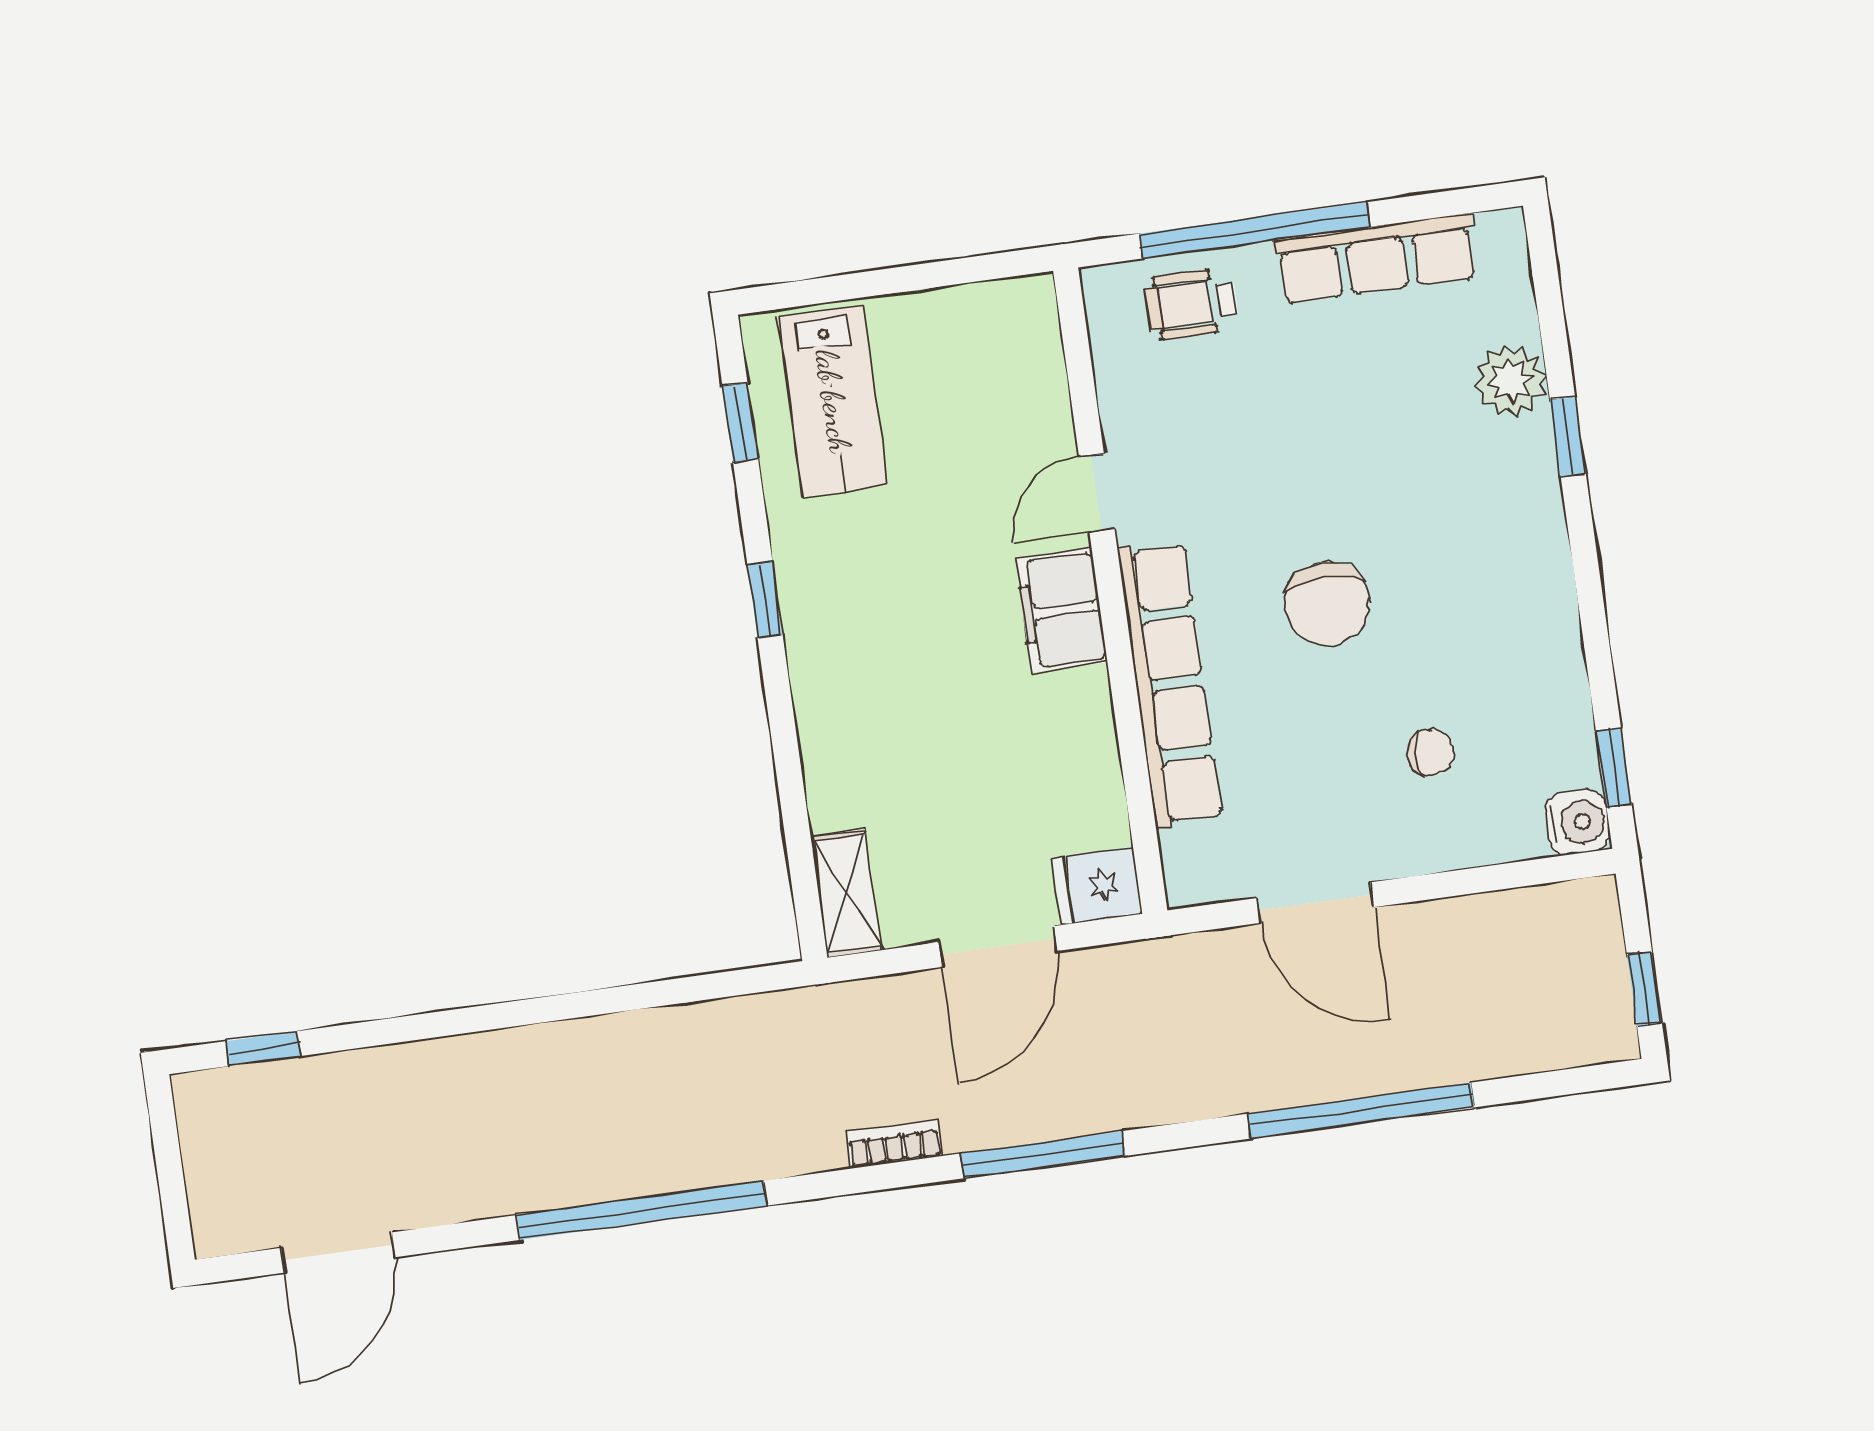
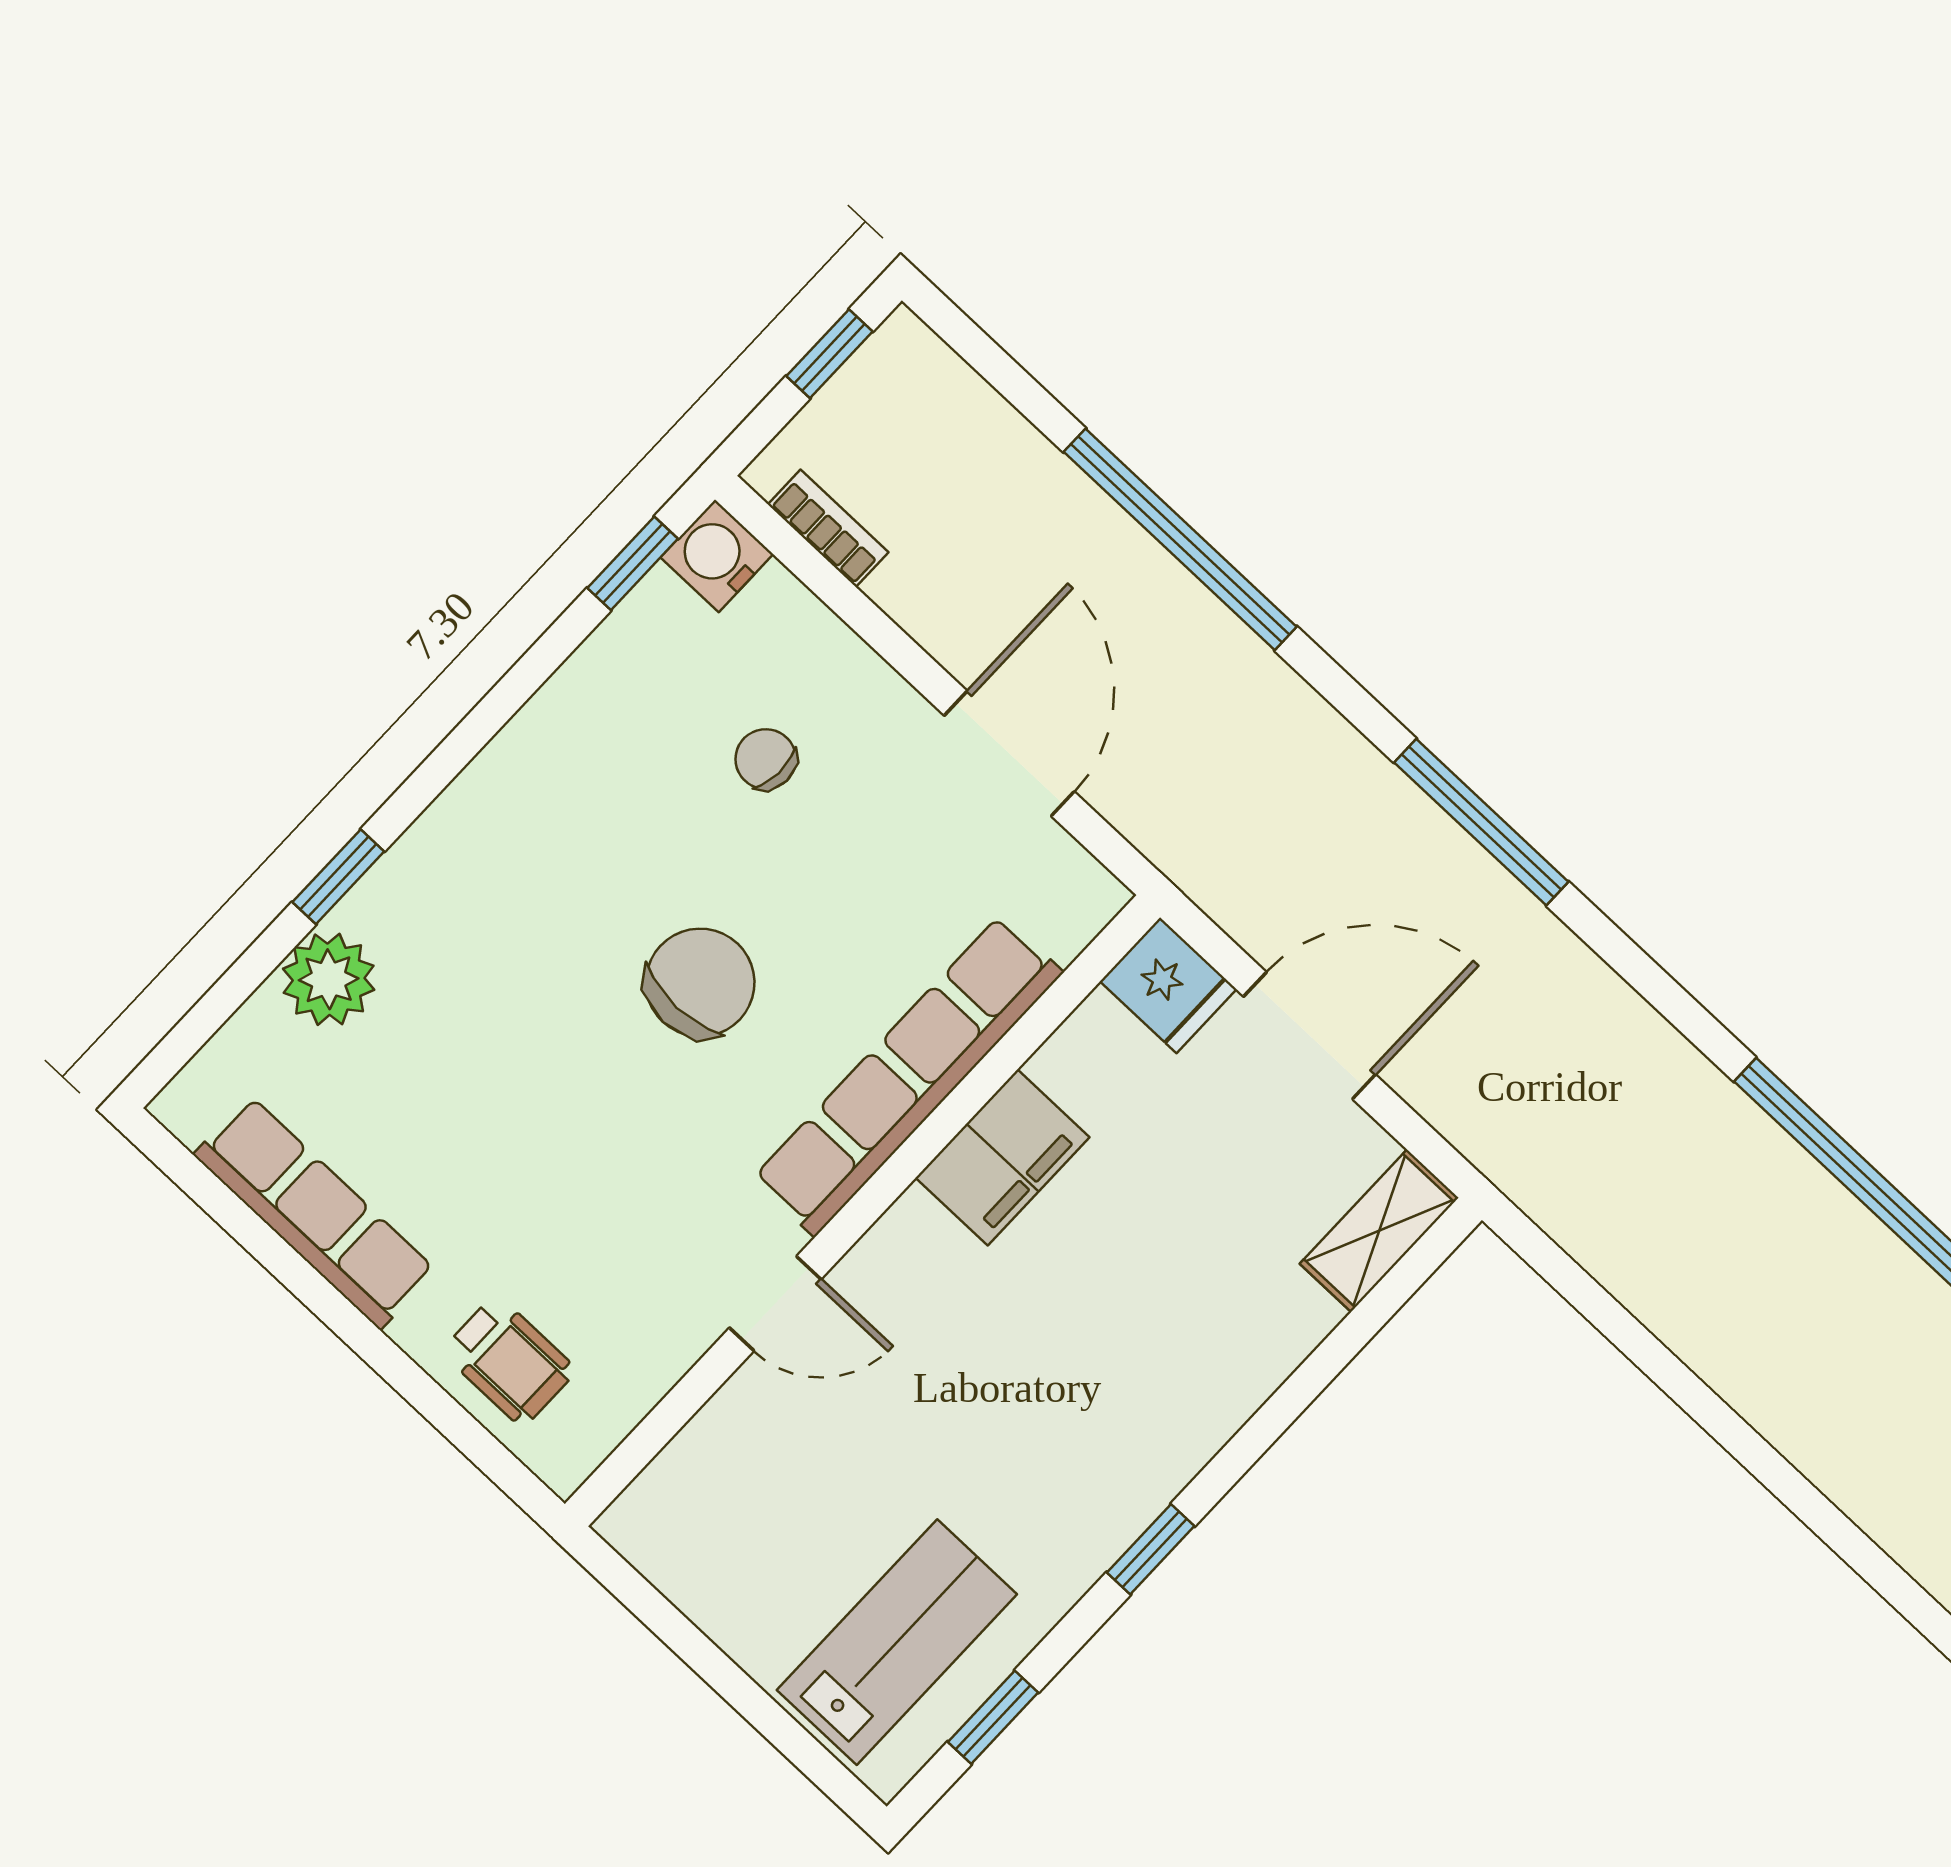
window: (1254, 230) -> (385, 1358), removed
filing cabinet: (1061, 610) -> (1002, 1157), moved
bookcase: (894, 1144) -> (828, 528), moved, turned 180

